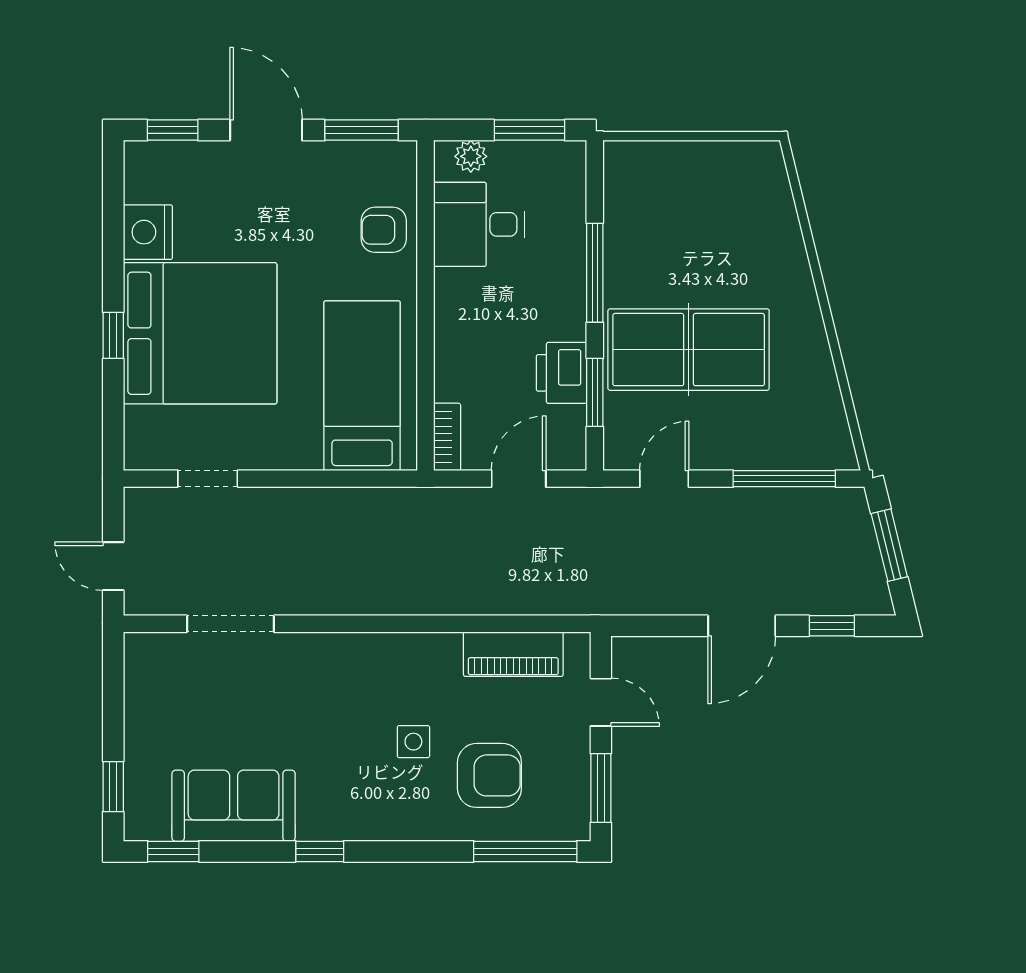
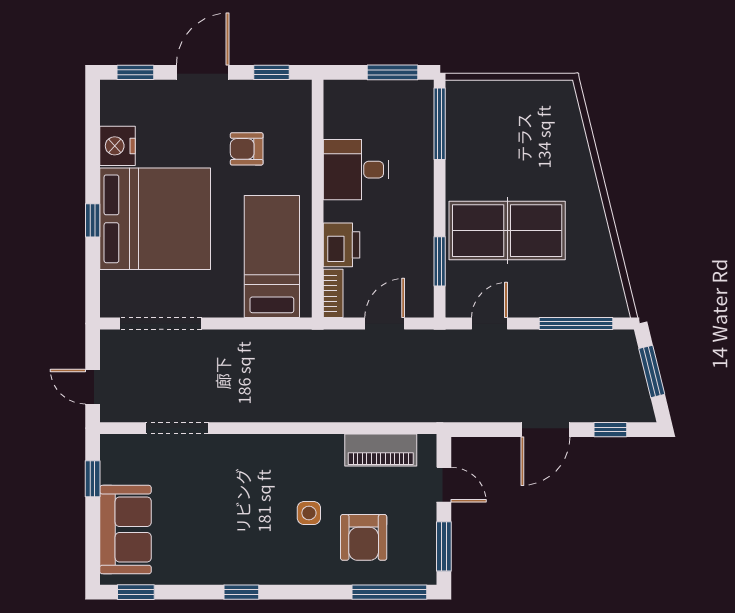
door: (266, 130) -> (203, 72), hinge flipped
window: (362, 130) -> (271, 72), width x0.67
plant: (471, 156) -> (350, 91), removed
desk: (479, 224) -> (356, 170), moved
armchair: (384, 230) -> (247, 149), moved
window: (595, 273) -> (440, 124), moved
printer: (562, 373) -> (342, 245), moved, turned 180
doorway: (208, 479) -> (161, 324), width x1.88
armchair: (489, 775) -> (364, 537), turned 90
window: (113, 787) -> (93, 479), moved
sofa: (234, 806) -> (125, 530), moved, turned 90

